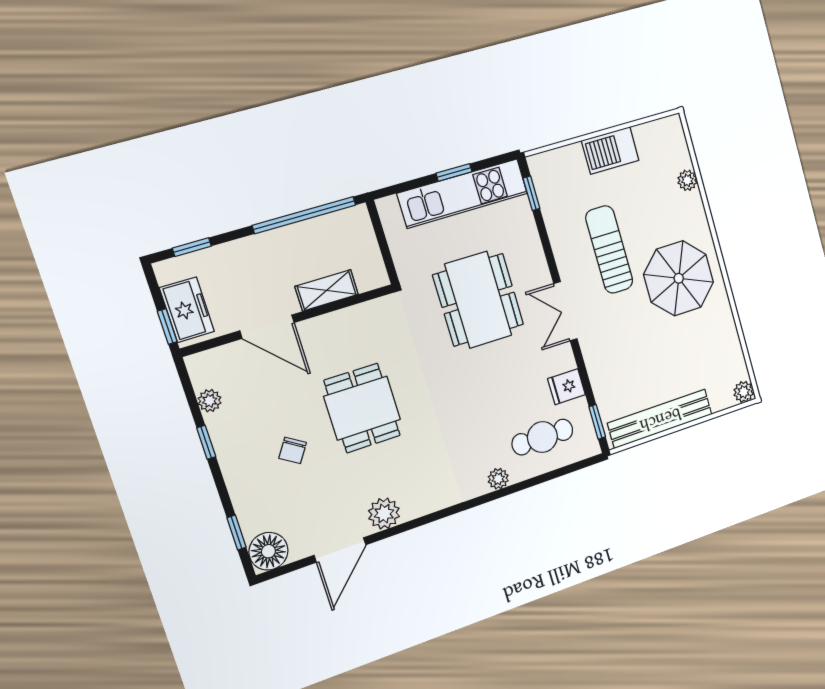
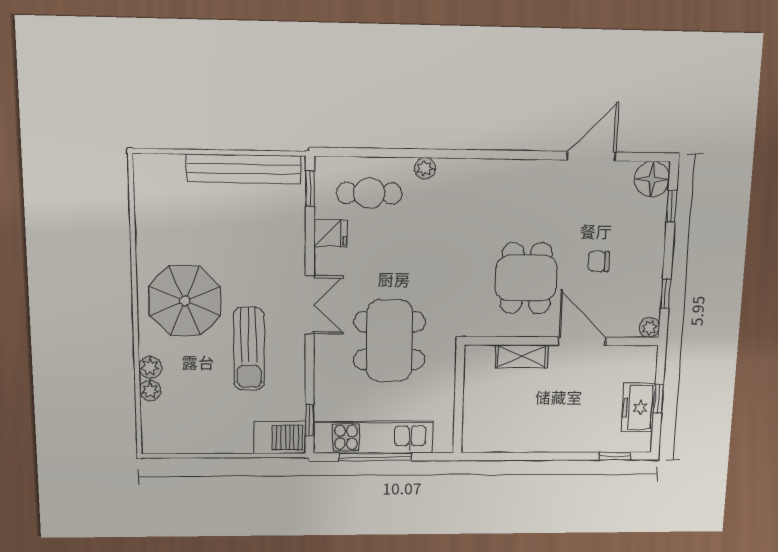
barbecue: (610, 150) -> (280, 438), moved
window: (454, 172) -> (375, 457), width x2.17
window: (304, 215) -> (516, 456), removed
shelving: (327, 290) -> (522, 356), moved
wall: (289, 320) -> (562, 341), moved
door: (267, 327) -> (582, 341), moved
plant: (744, 392) -> (150, 367), moved
chair: (293, 450) -> (599, 261), turned -123
plant: (384, 514) -> (541, 175), removed

